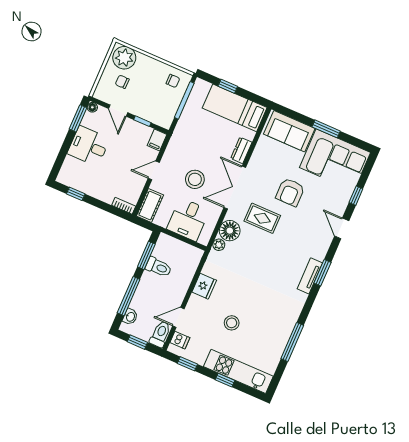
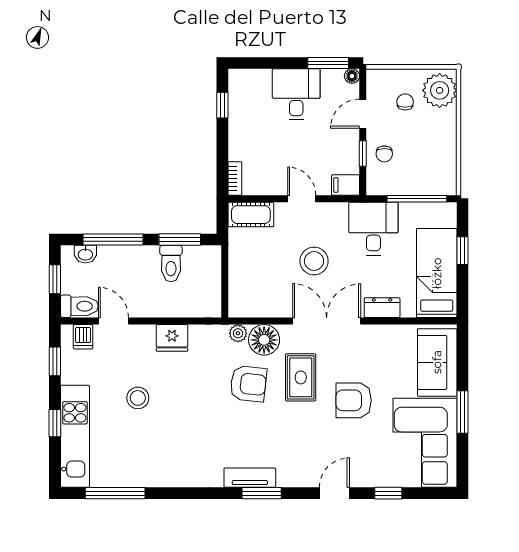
chair: (173, 81) -> (384, 154), moved
desk: (188, 219) -> (373, 229), moved, turned 90
armchair: (252, 252) -> (248, 384), added
window: (292, 342) -> (115, 493), moved

